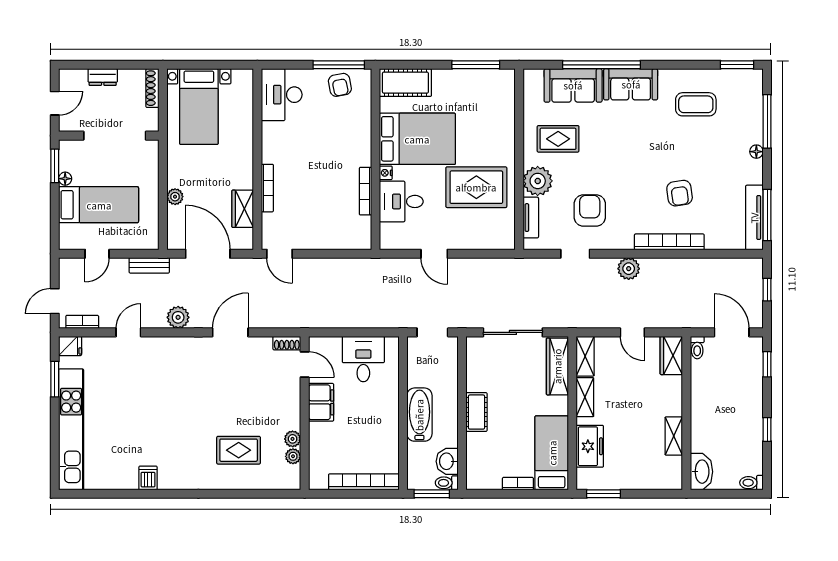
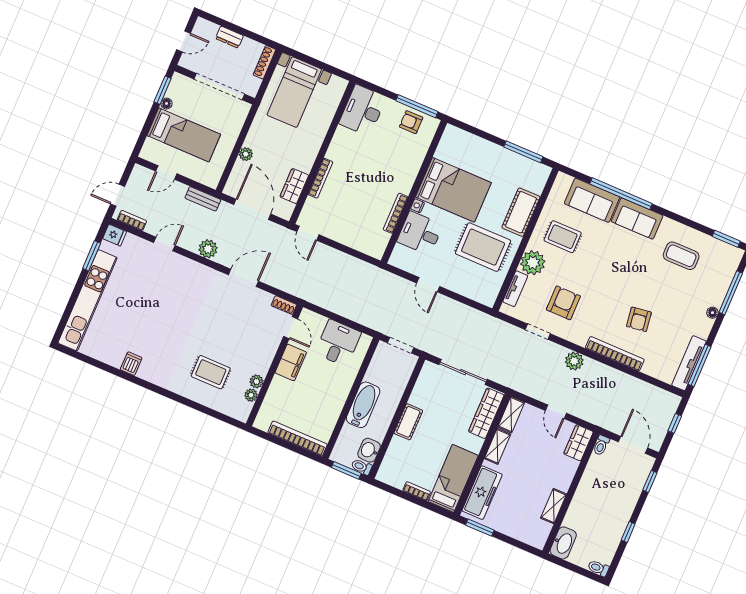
cot: (405, 83) -> (521, 212), moved, turned 90
armchair: (340, 85) -> (411, 122), turned 101
freezer: (590, 446) -> (482, 493), width x1.40

